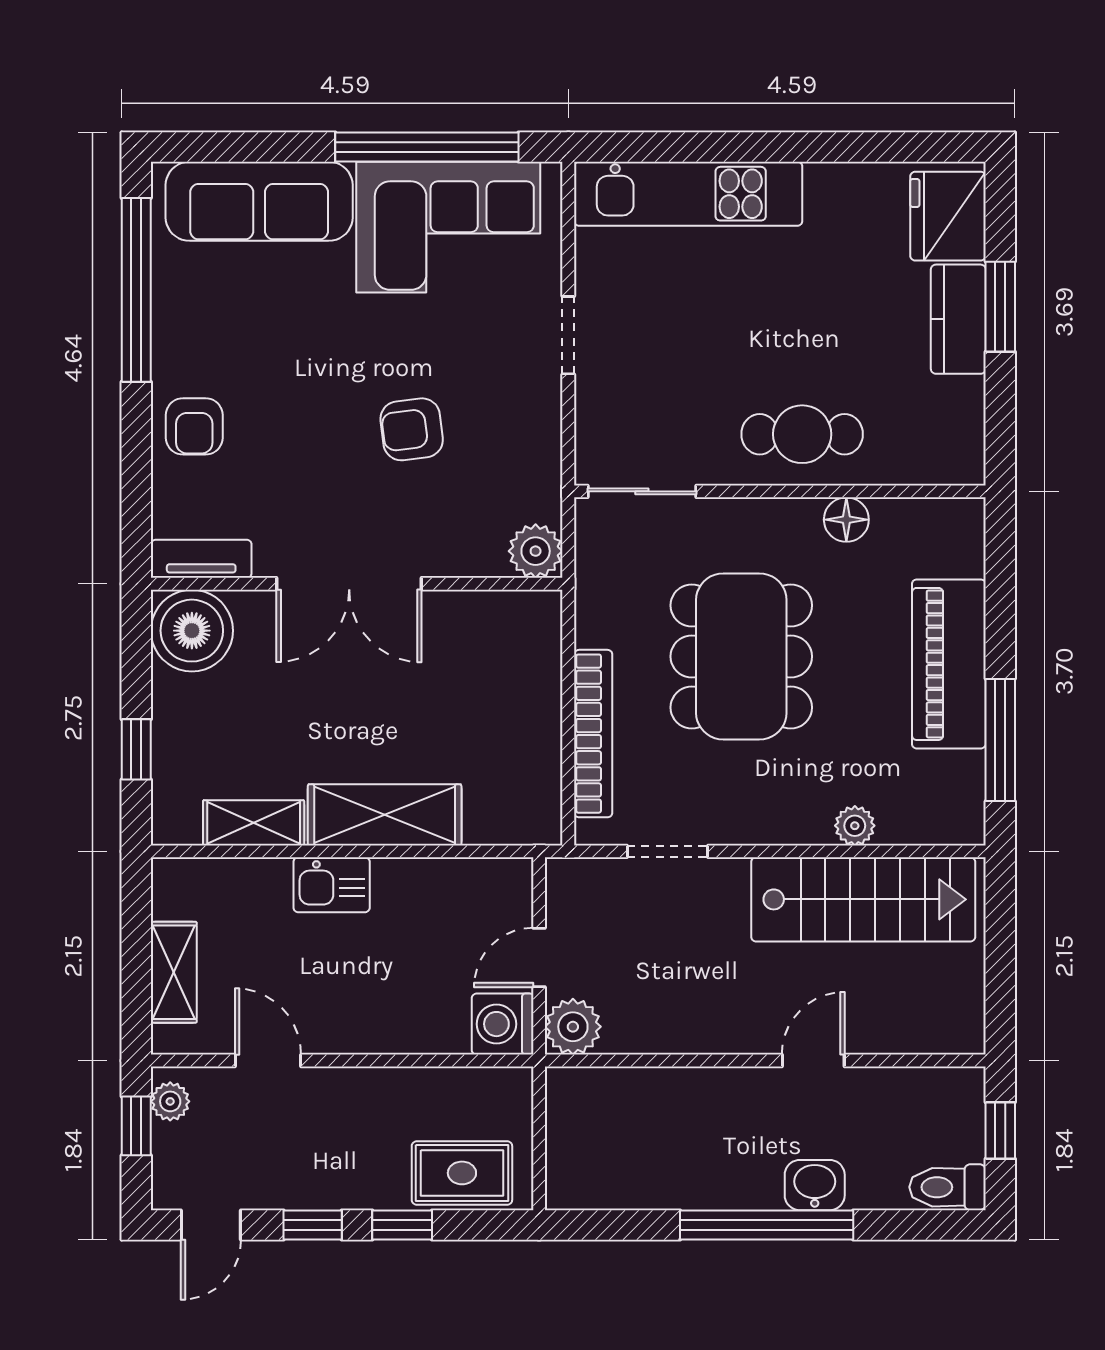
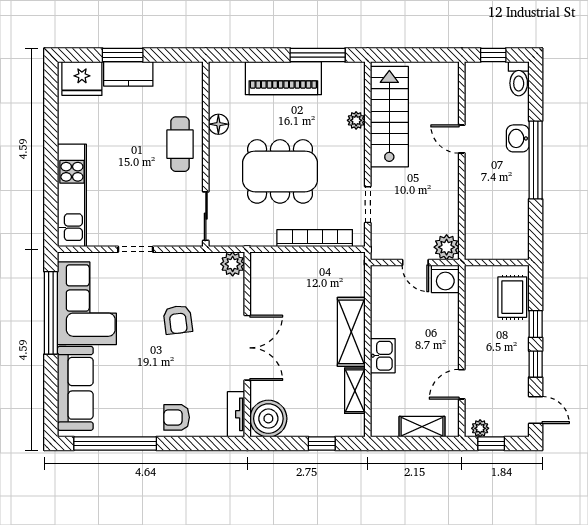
armchair: (194, 426) -> (177, 417), turned 180

